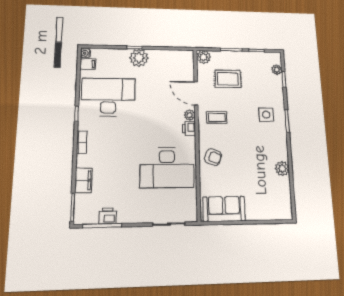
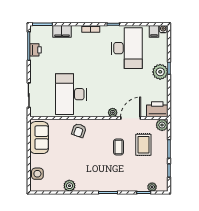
side table: (266, 115) -> (37, 174), moved
coffee table: (217, 117) -> (119, 147), moved
printer: (189, 129) -> (157, 109), moved, width x1.87, depth x1.48

